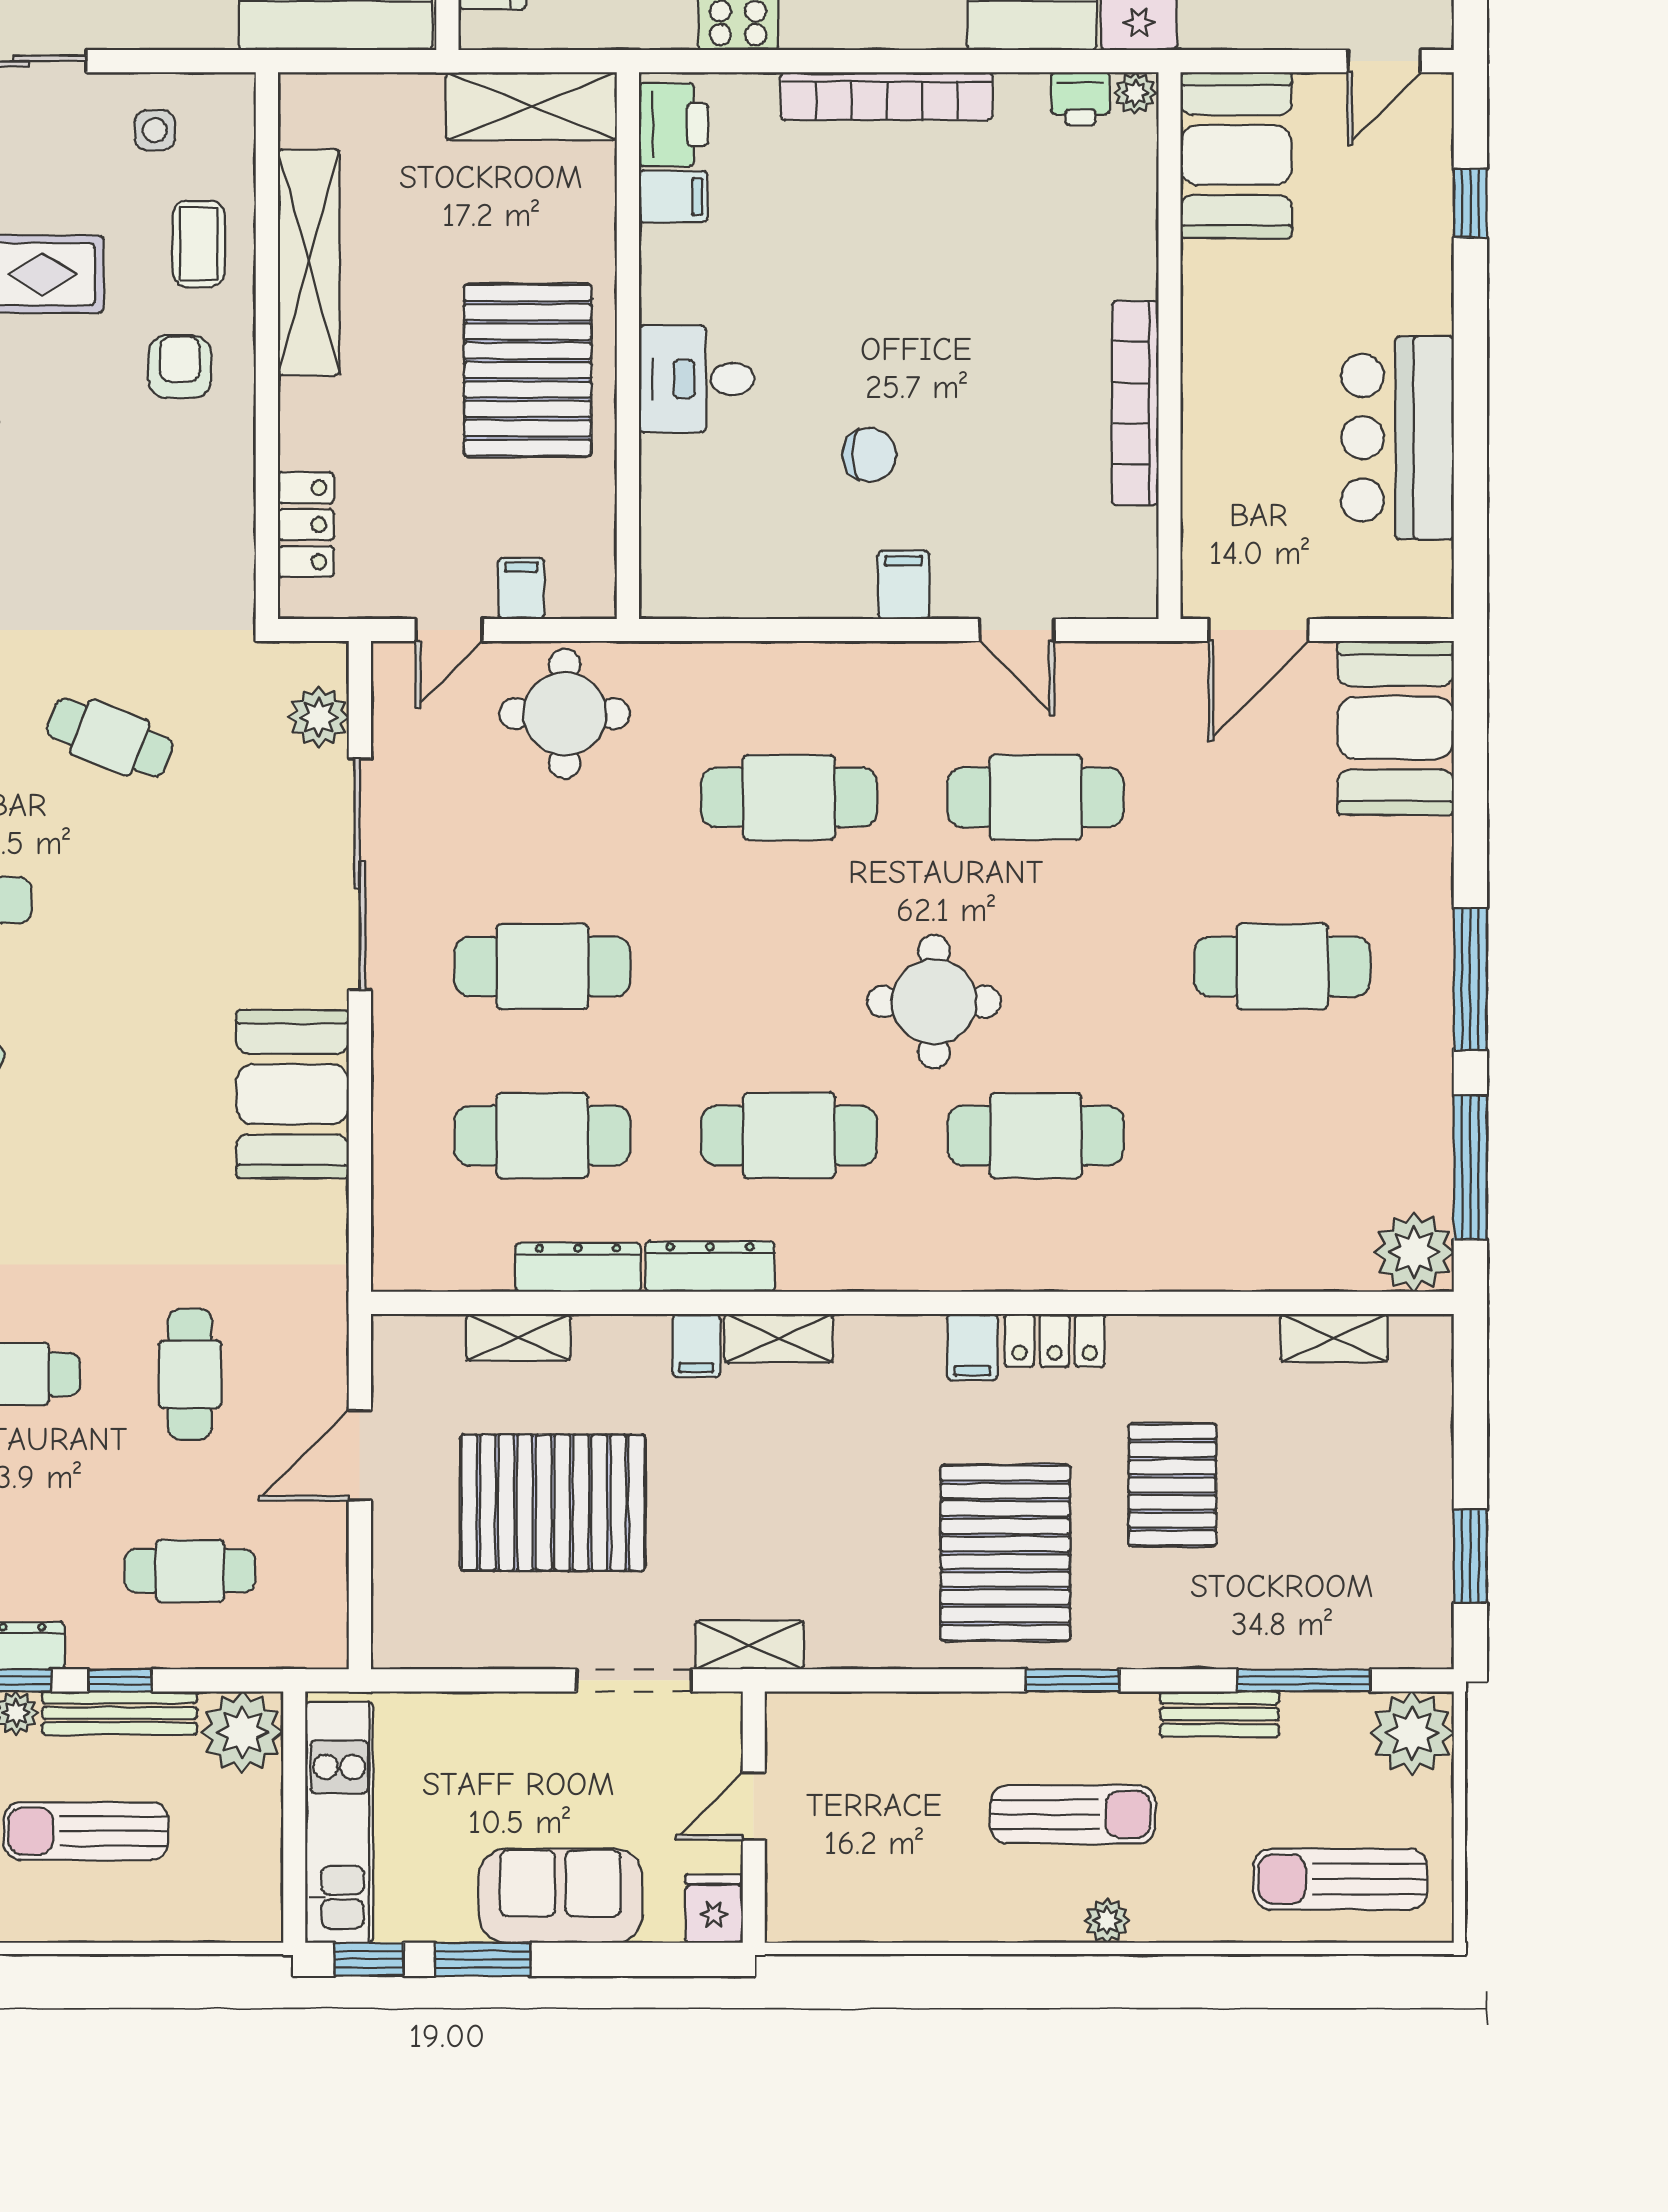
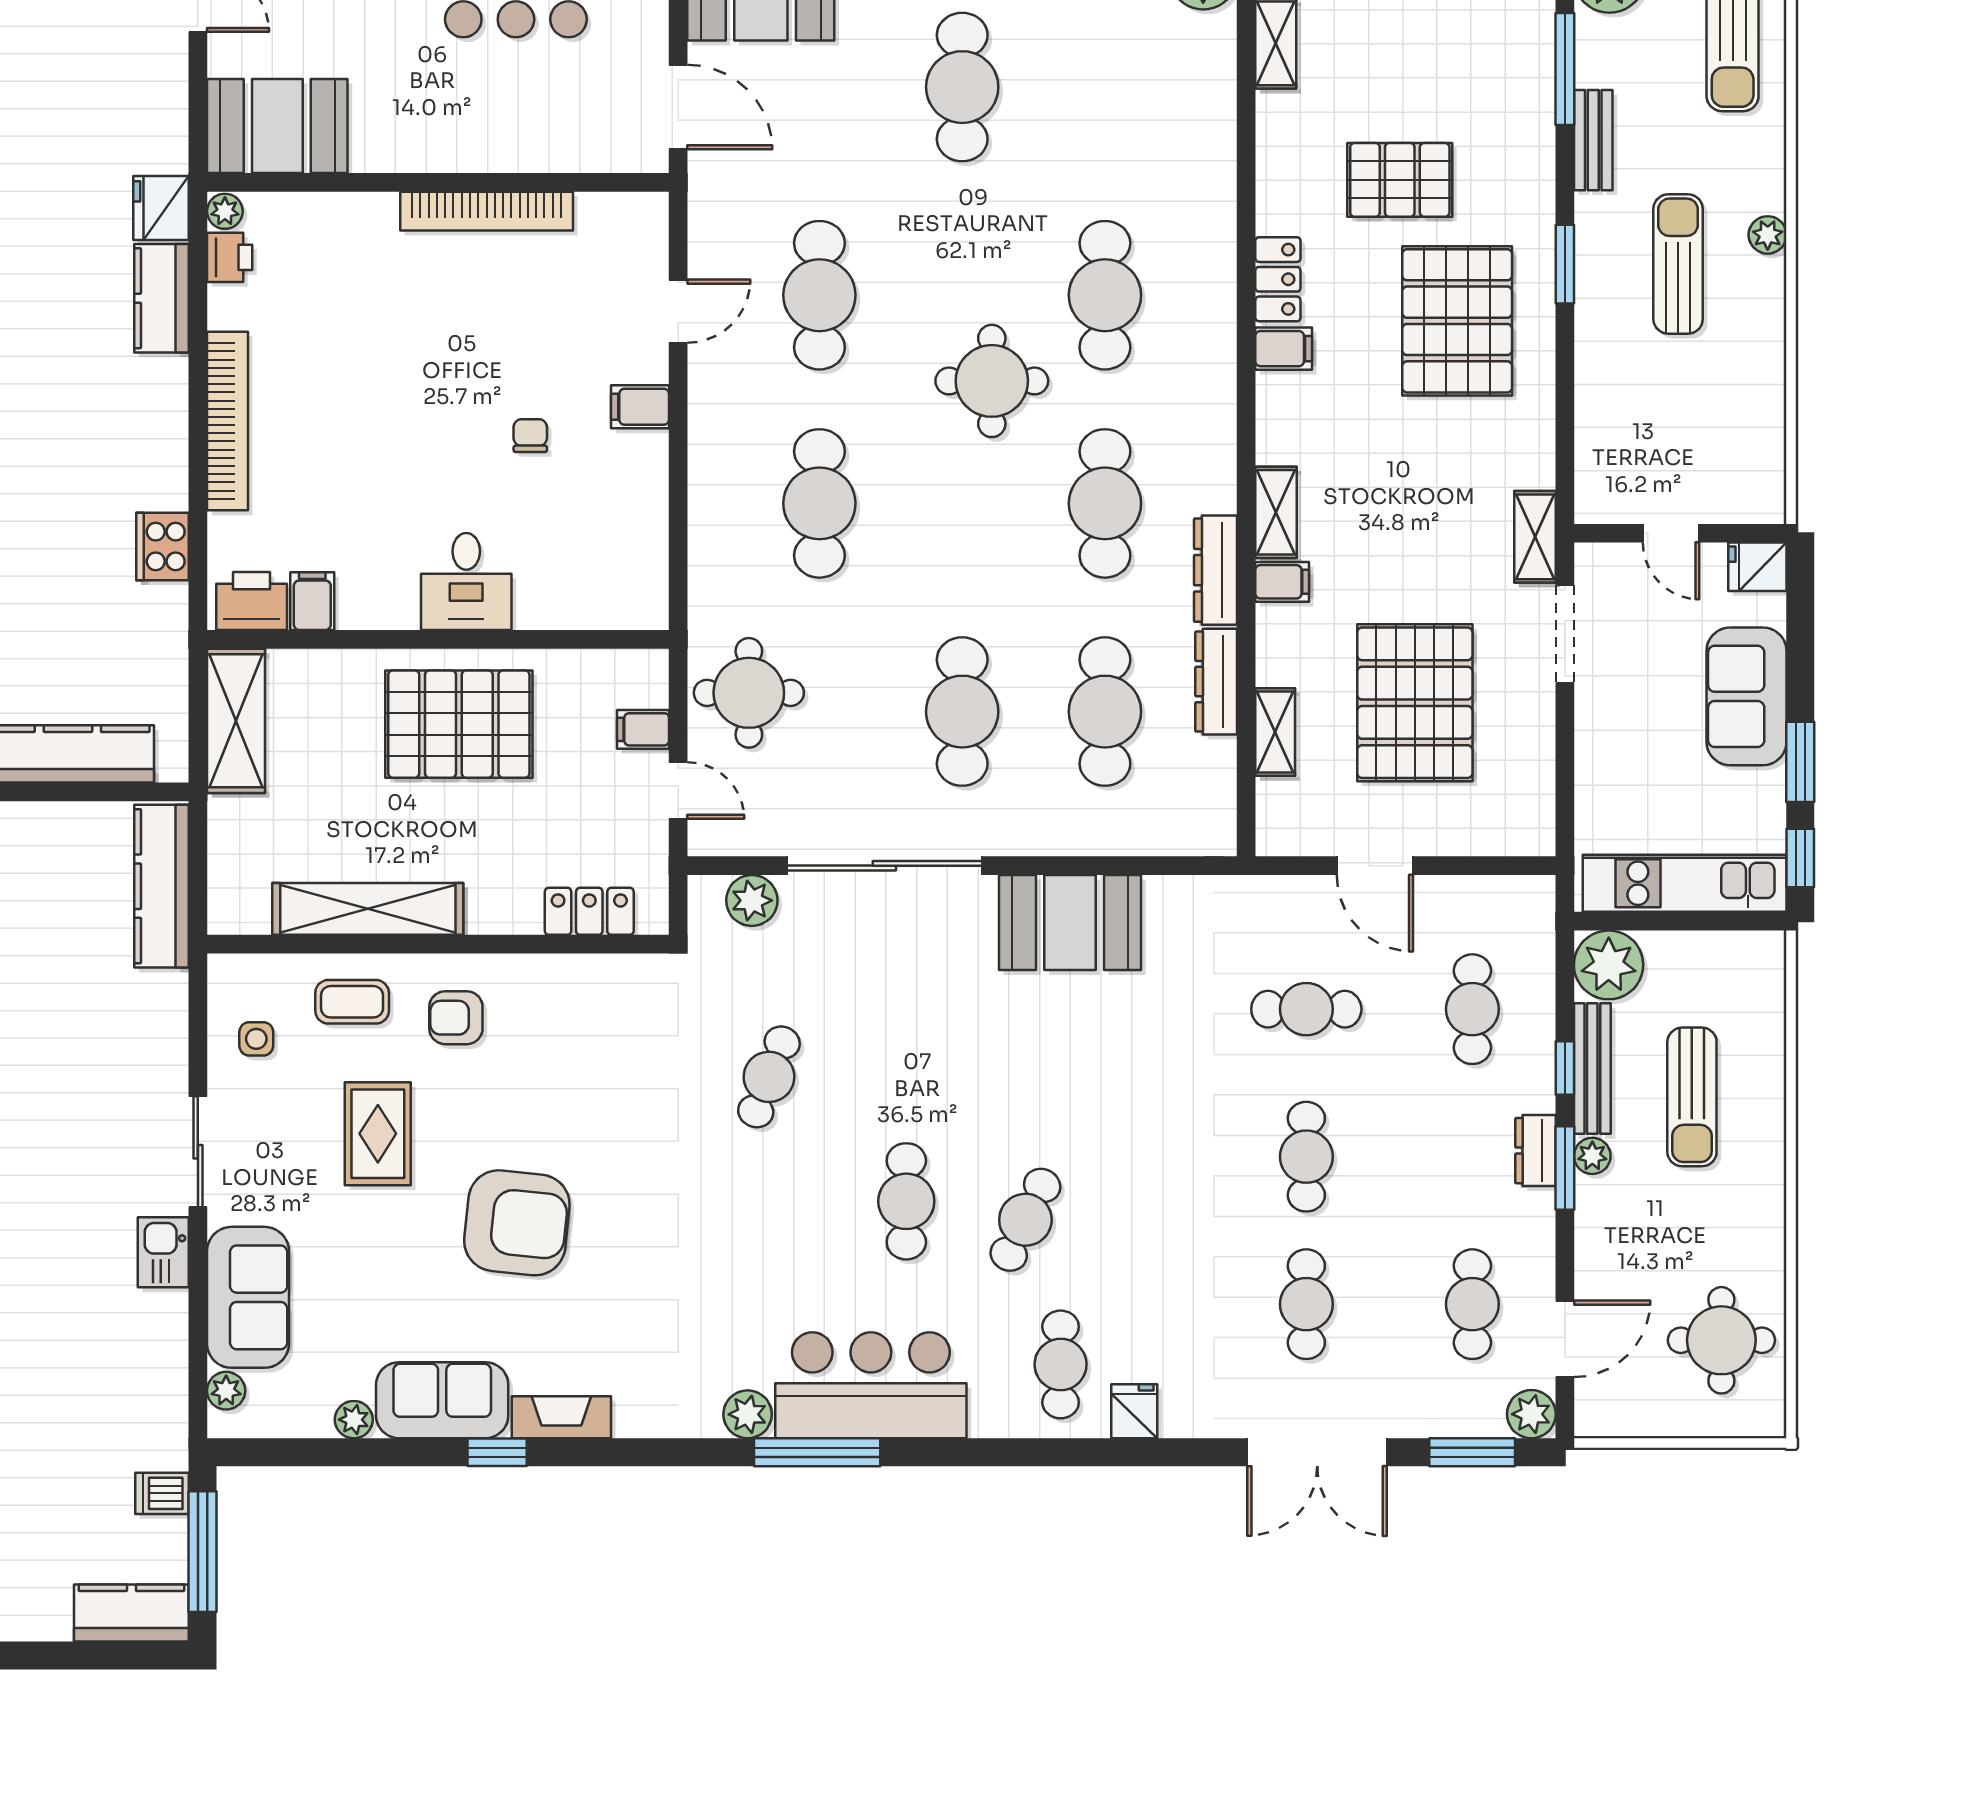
chair: (869, 455) -> (530, 436), width x0.73, depth x0.73
pallet: (1005, 1553) -> (1457, 321), turned 90

